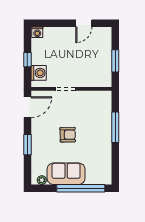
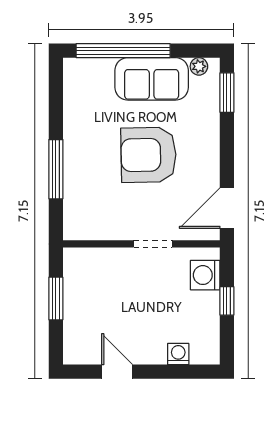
door: (84, 23) -> (117, 372), hinge flipped
washing machine: (37, 32) -> (178, 354), moved
armchair: (68, 135) -> (148, 155), width x1.88, depth x1.88
window: (27, 145) -> (227, 93), moved

